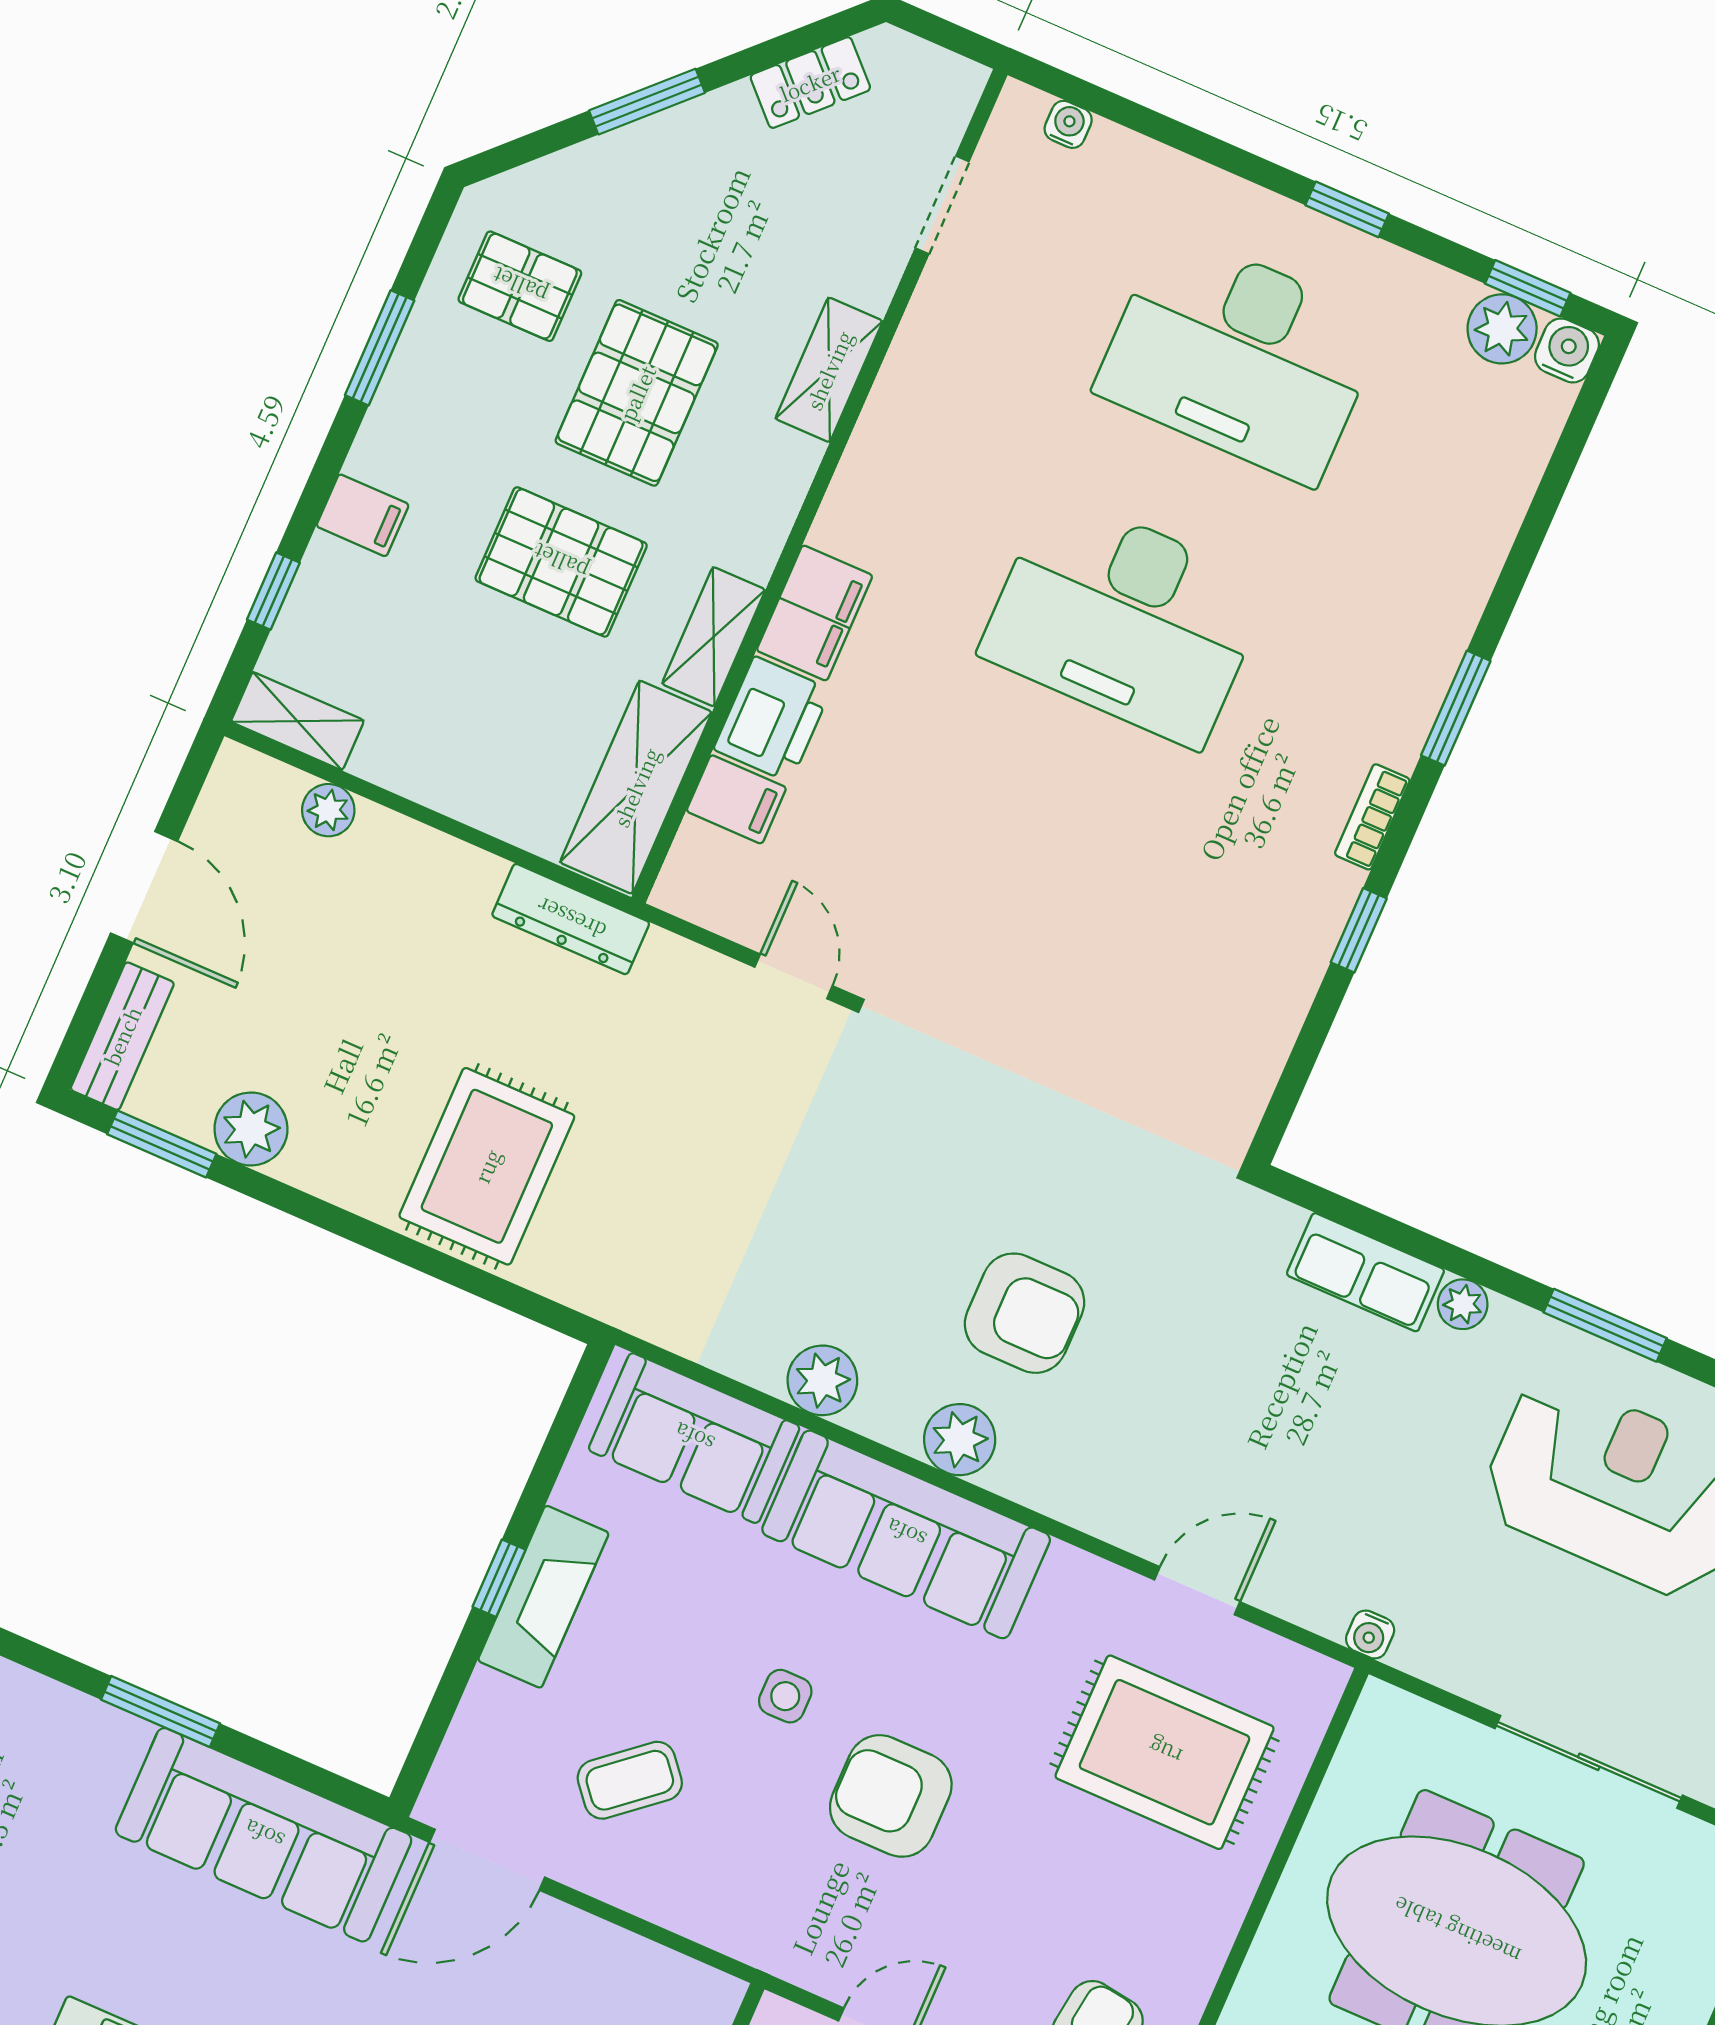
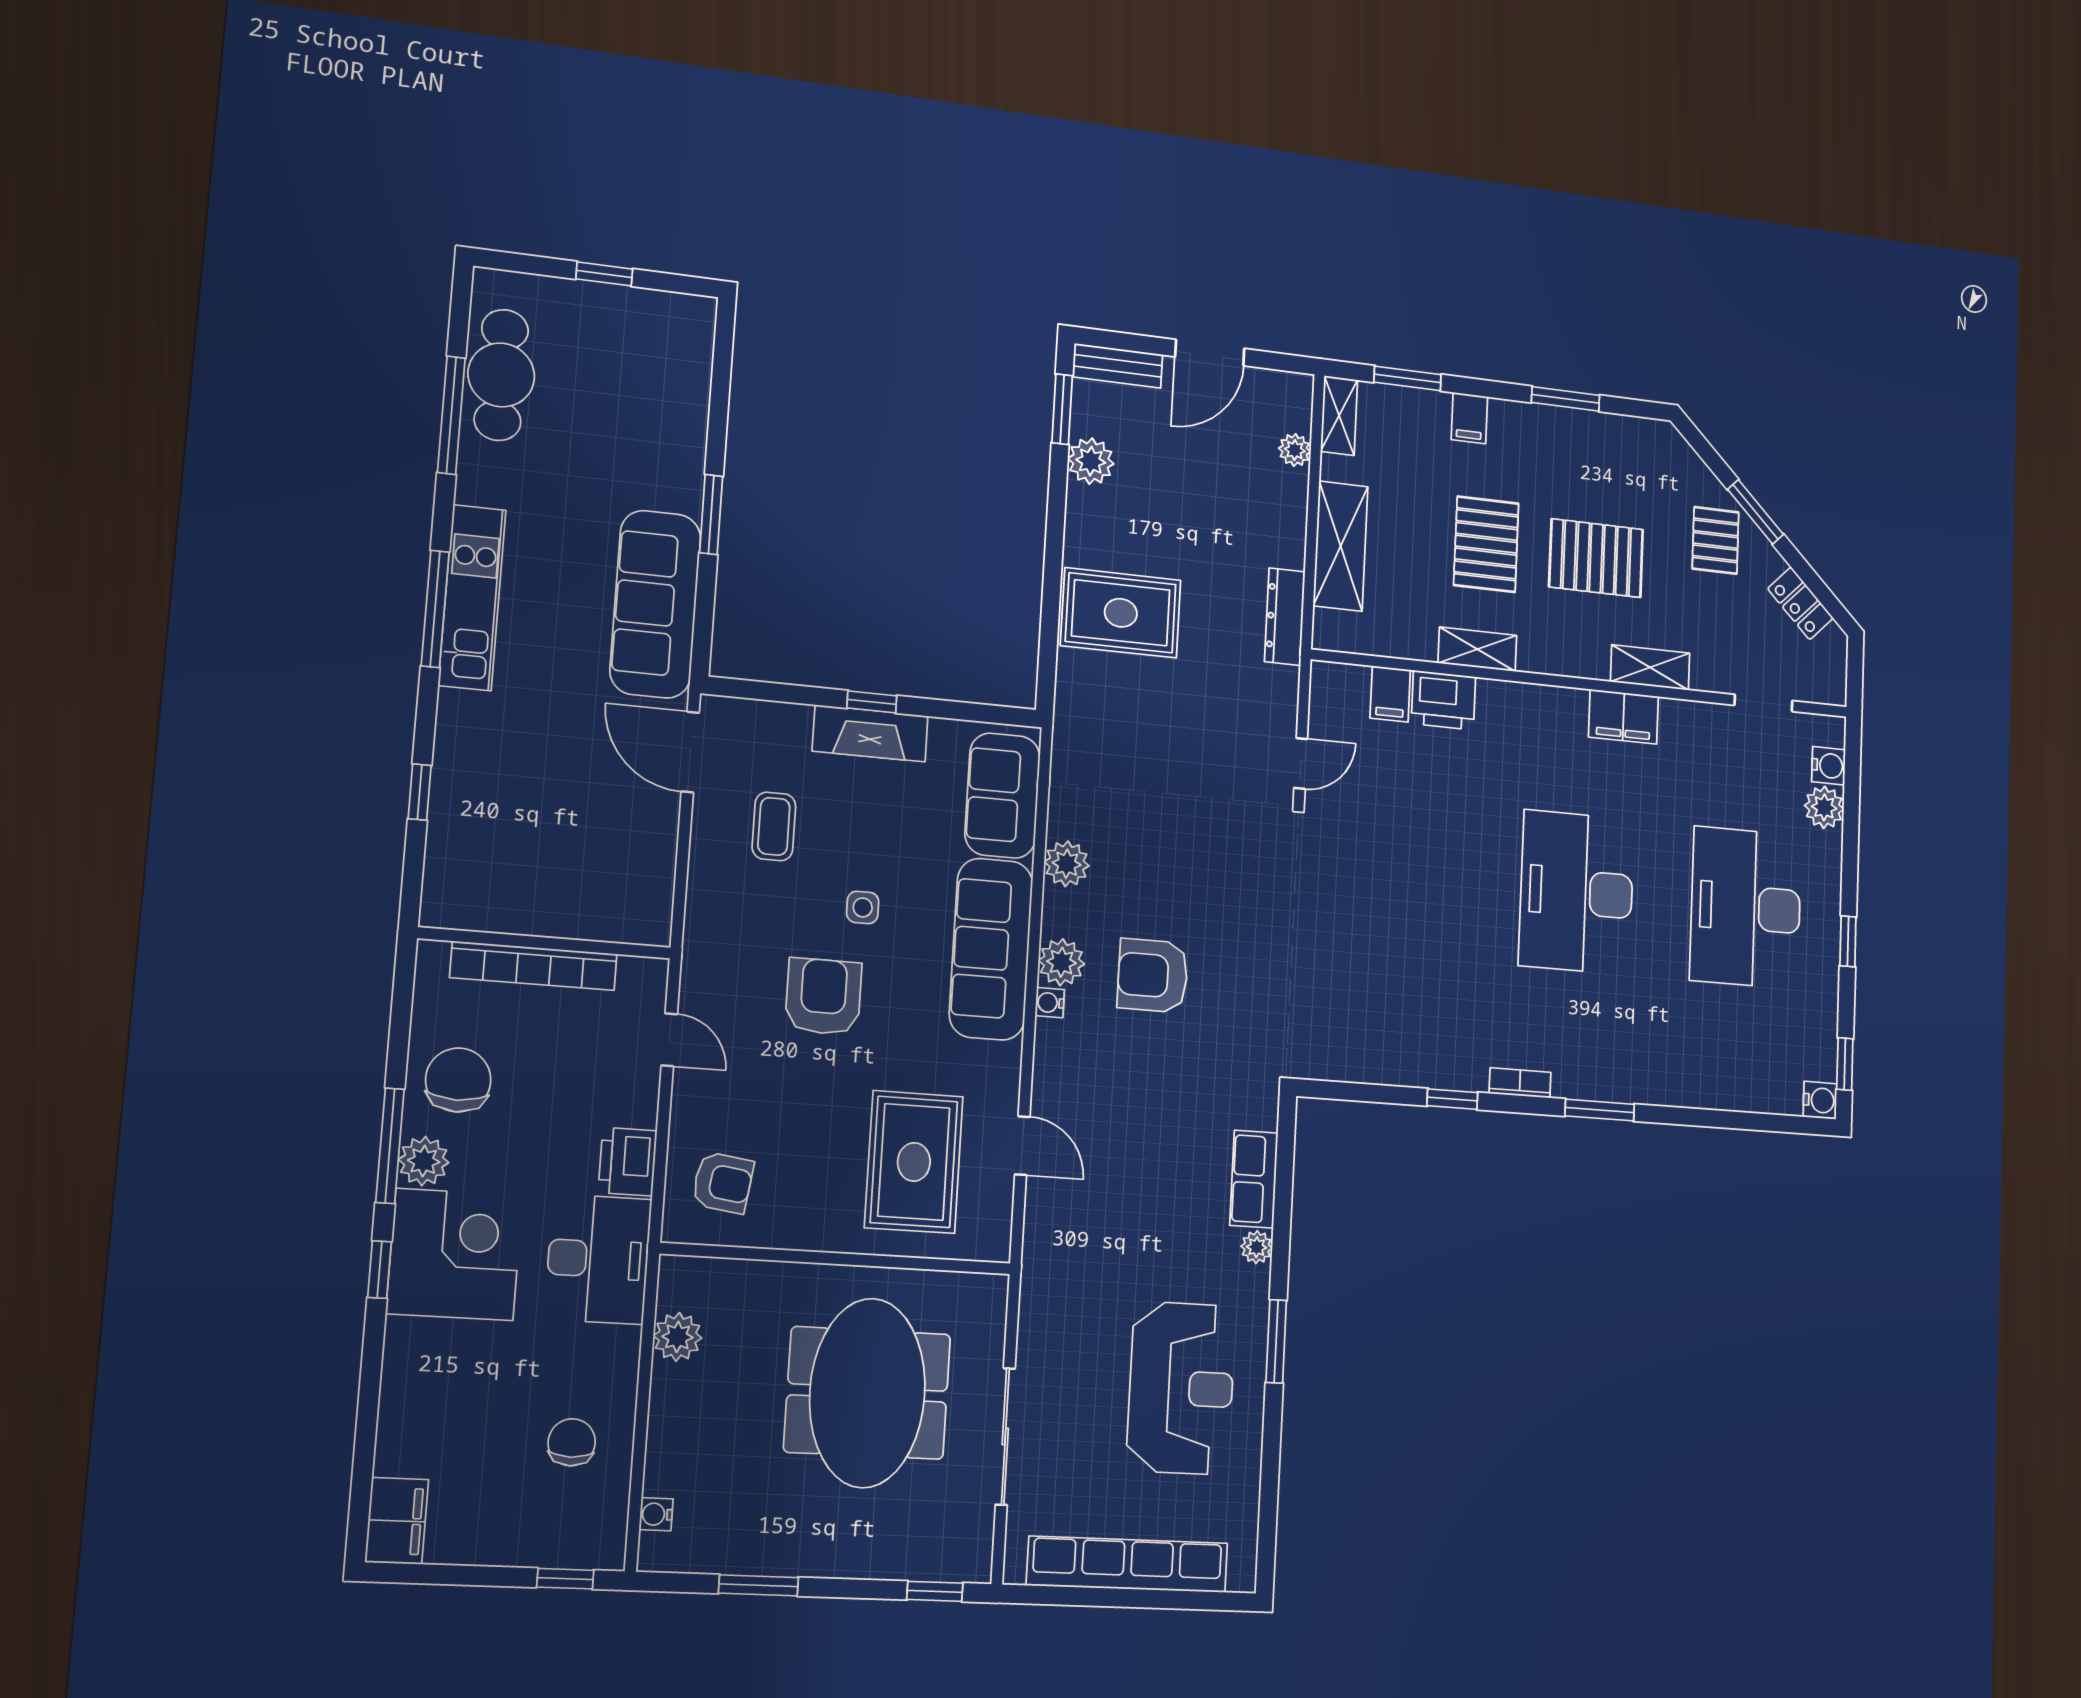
water cooler: (1068, 124) -> (1829, 766), width x1.38, depth x1.38
pallet: (520, 286) -> (1715, 540), moved
plant: (1502, 329) -> (1824, 807), moved
window: (273, 591) -> (1408, 378), width x1.50
filing cabinet: (815, 613) -> (1623, 717), moved
shelving: (636, 787) -> (1341, 546), moved, turned 90
armchair: (1025, 1313) -> (1153, 976), turned 90
water cooler: (1370, 1635) -> (1050, 1003), moved
coffee table: (630, 1780) -> (774, 826), turned 40

